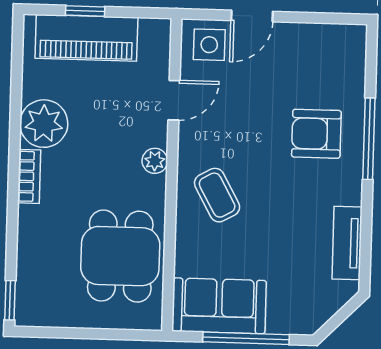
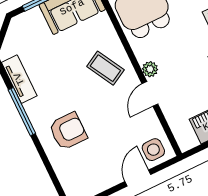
door: (174, 100) -> (150, 94), moved
window: (369, 139) -> (22, 112), moved

